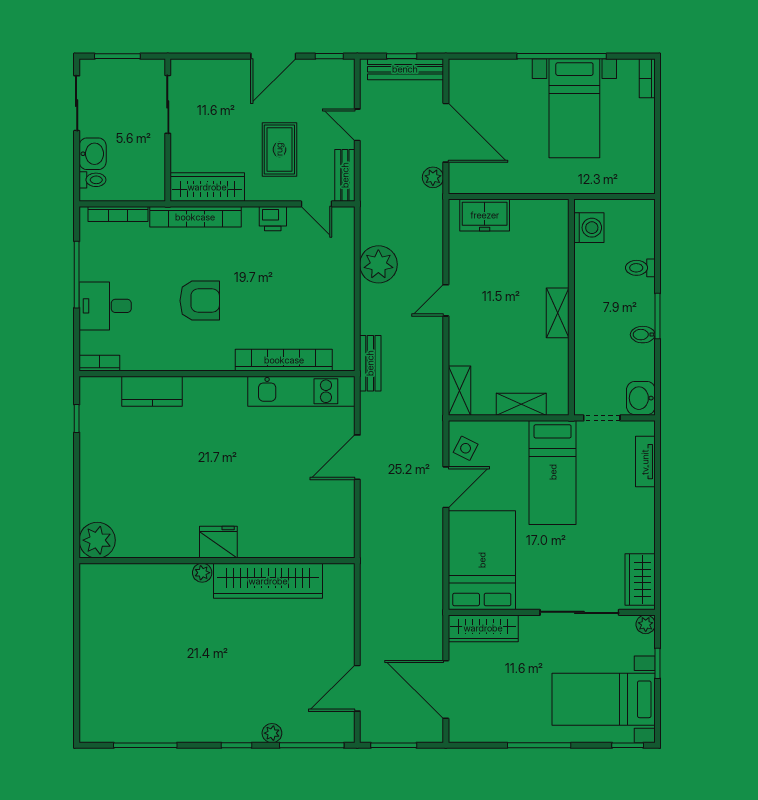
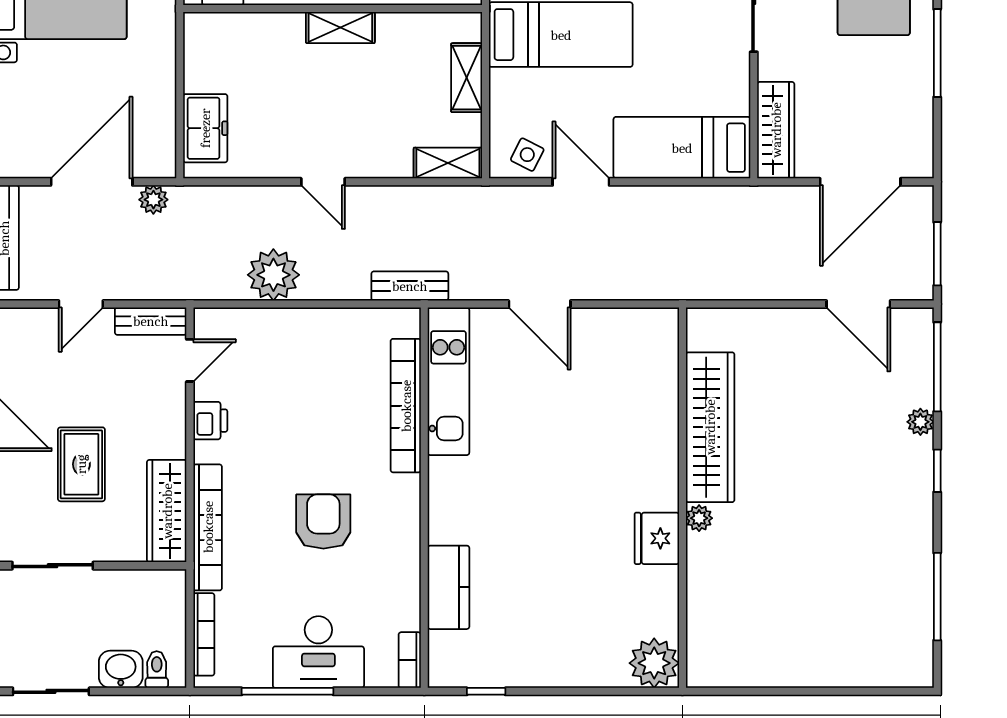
rug: (279, 149) -> (81, 464), moved, turned 90
desk: (105, 306) -> (318, 652), width x1.37
fridge: (218, 542) -> (657, 538), moved
bed: (482, 560) -> (682, 148), width x0.67

